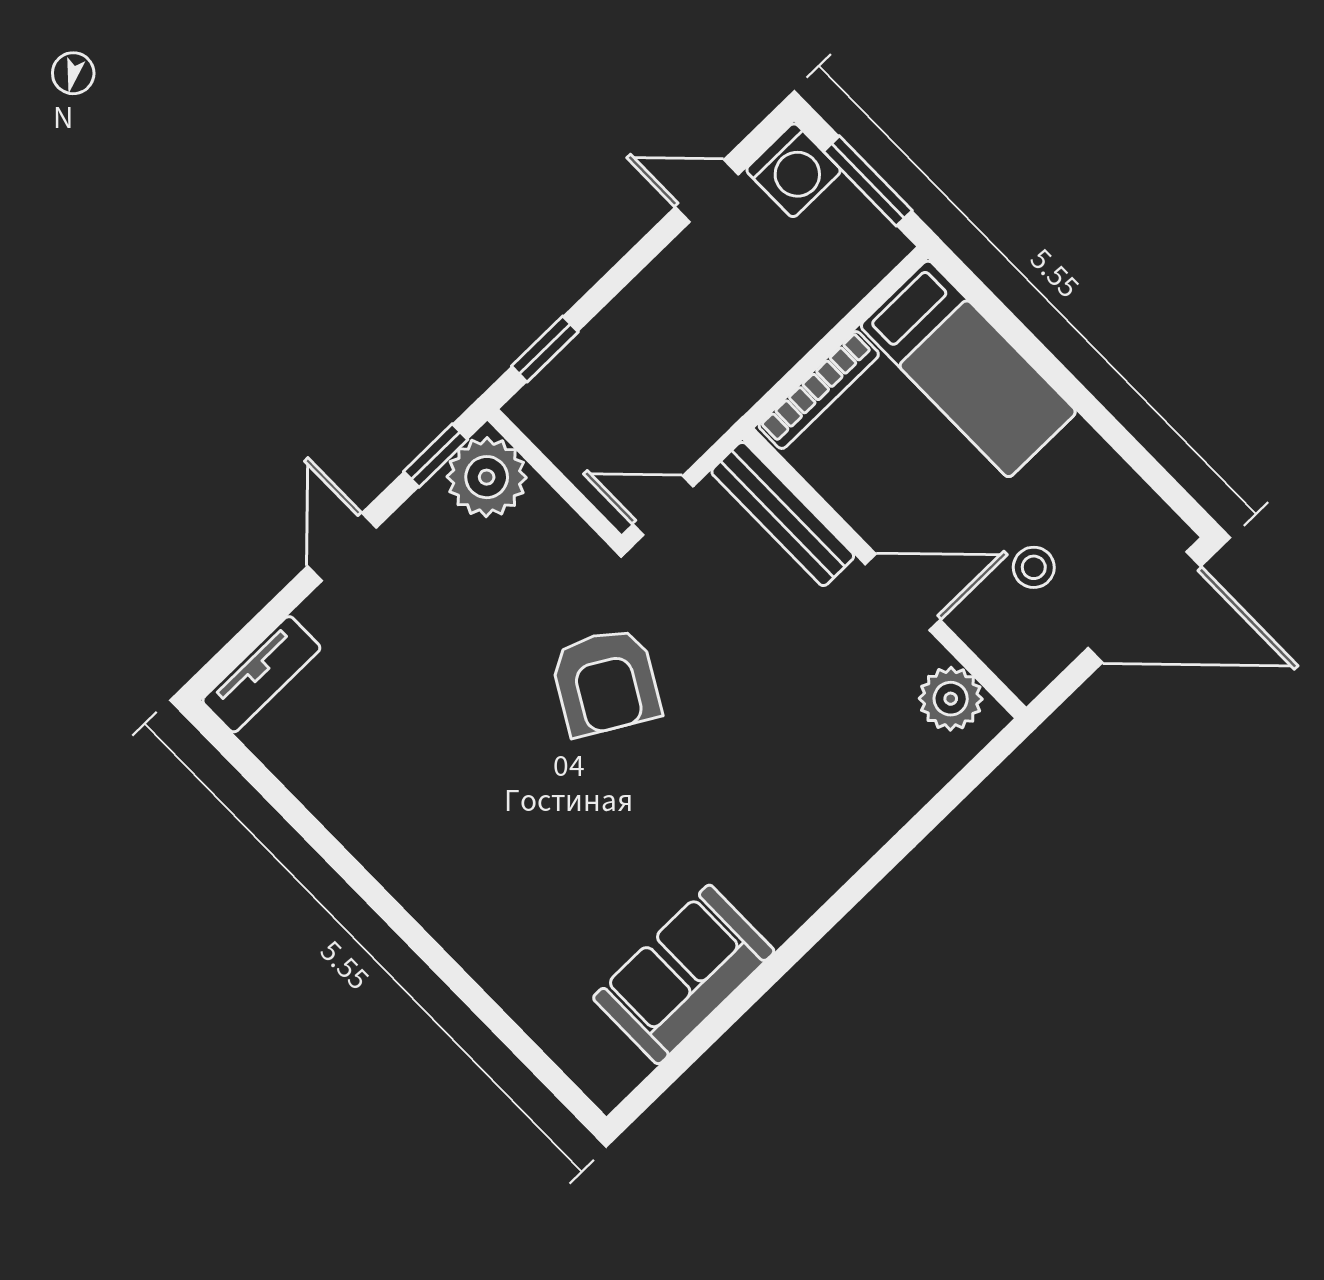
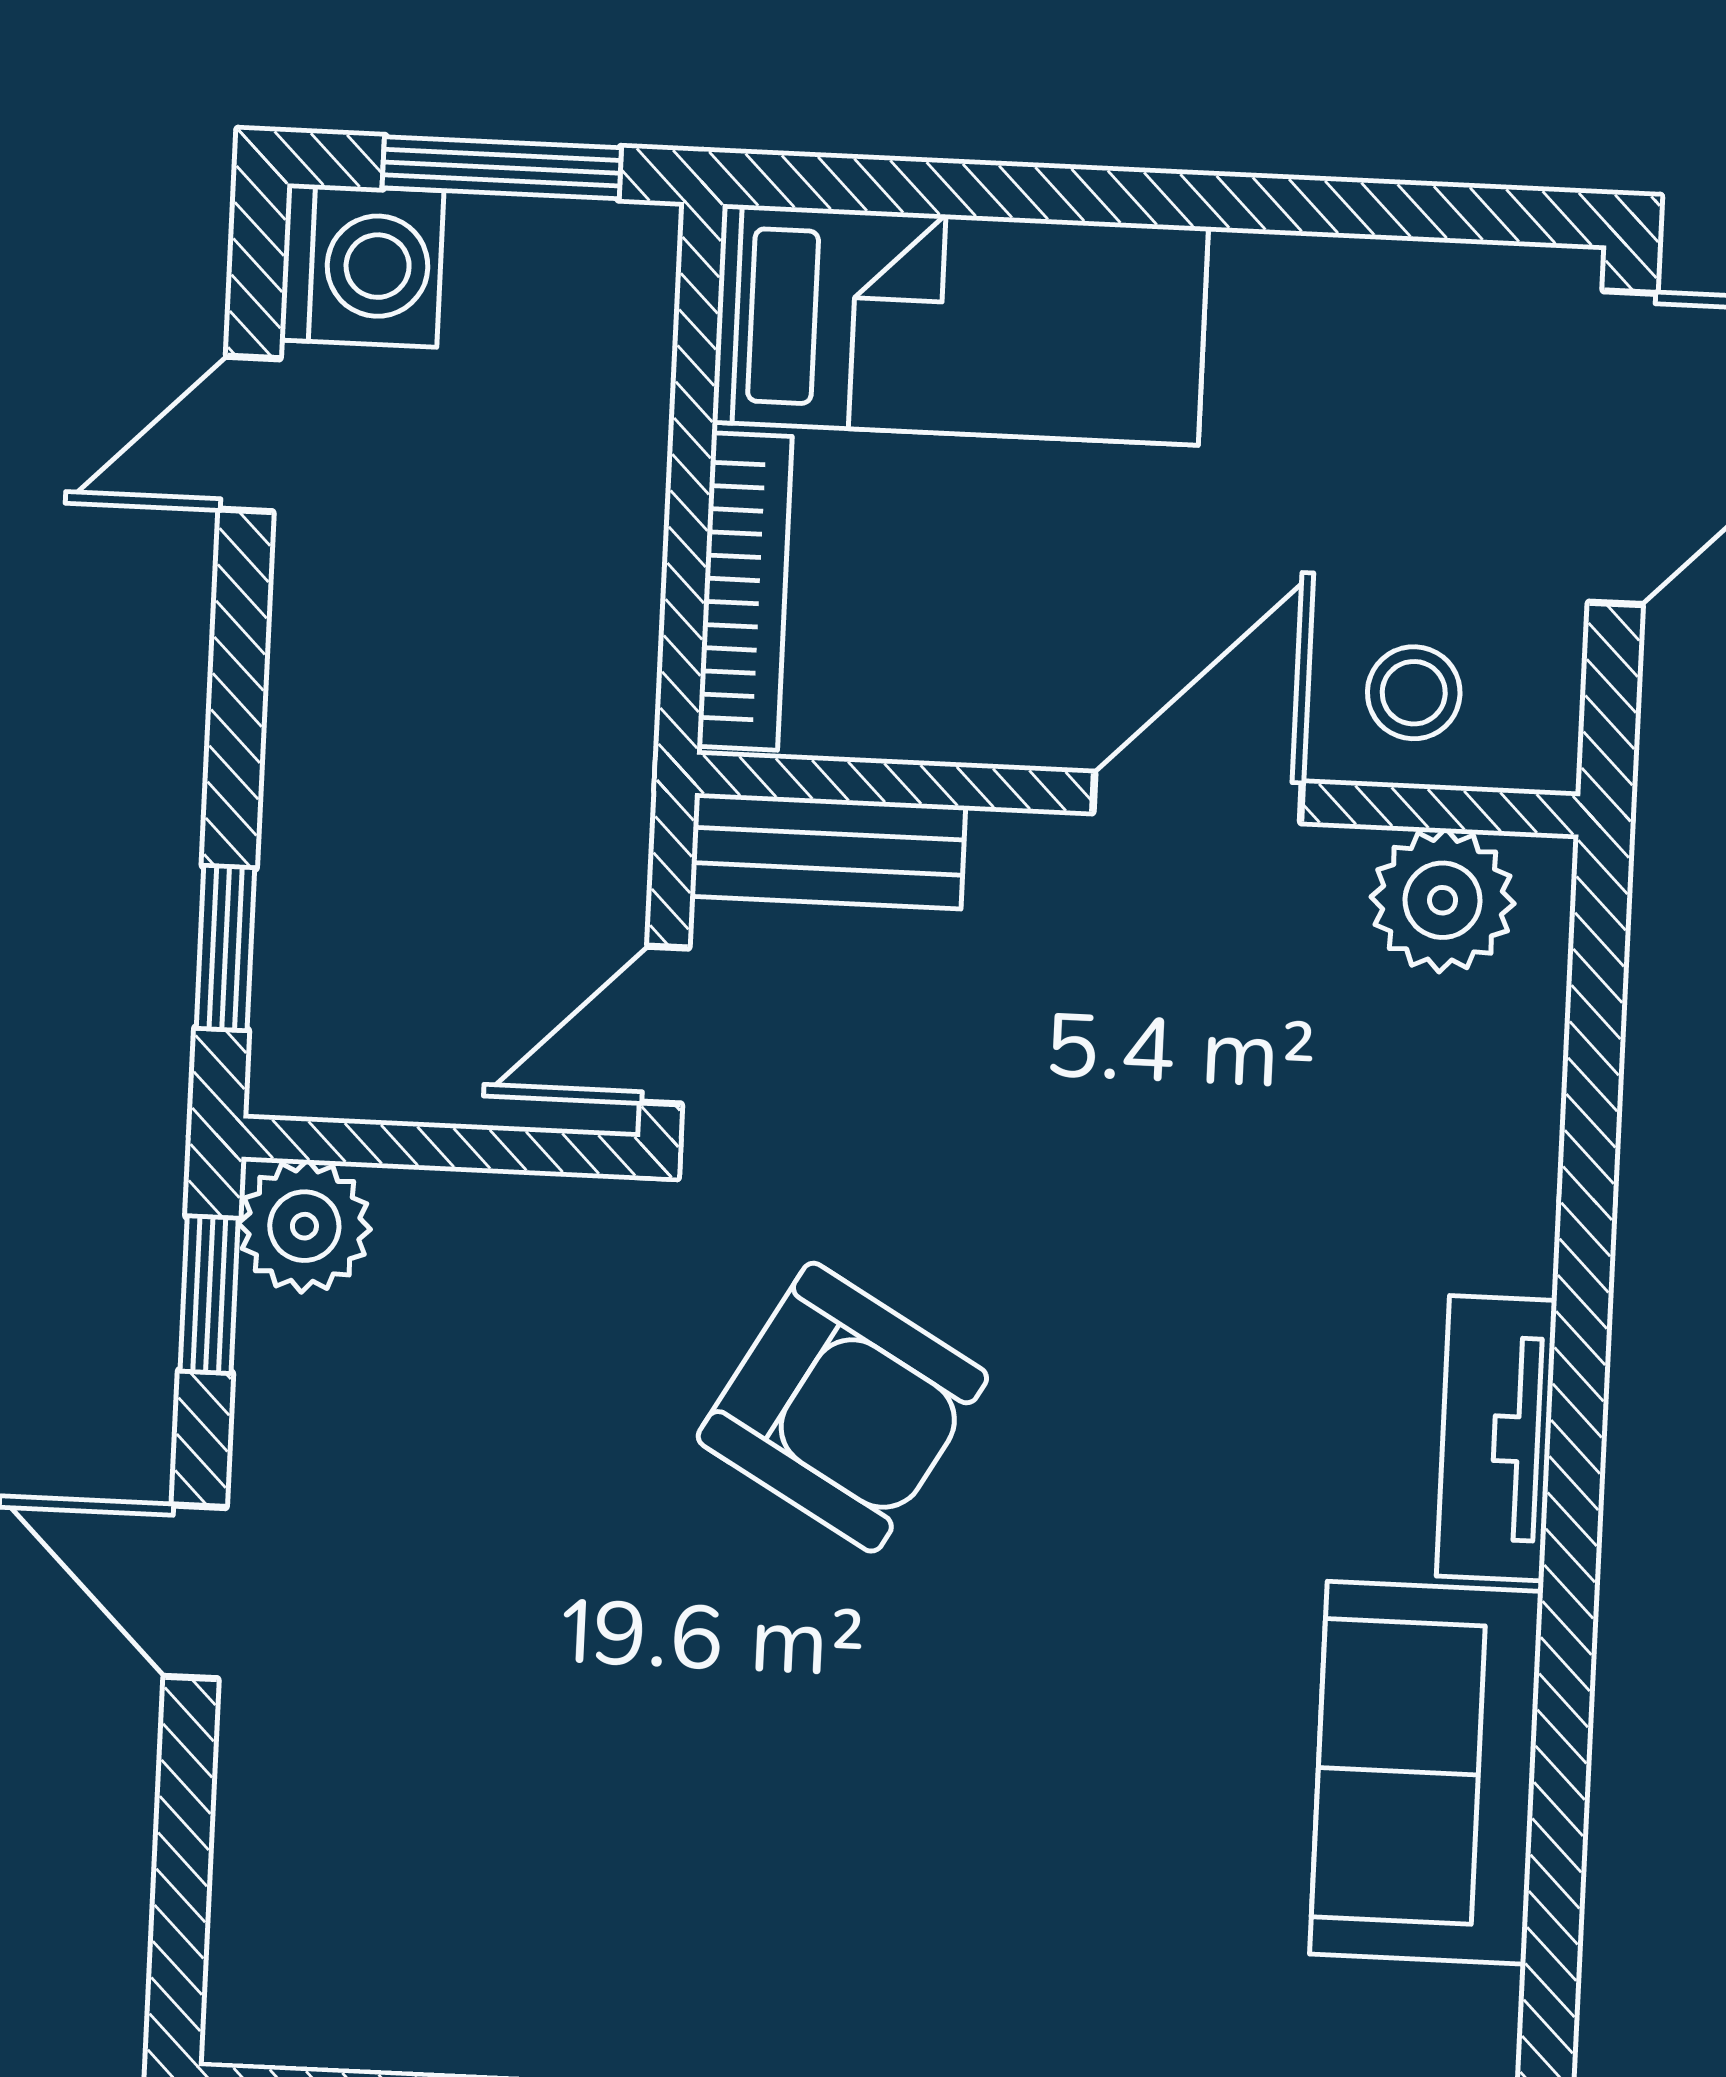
plant: (487, 477) -> (304, 1226), width x0.73, depth x0.73
bench: (783, 514) -> (828, 851), width x0.73
stool: (1034, 567) -> (1414, 693), moved
tv unit: (261, 674) -> (1497, 1438), moved, turned 180

